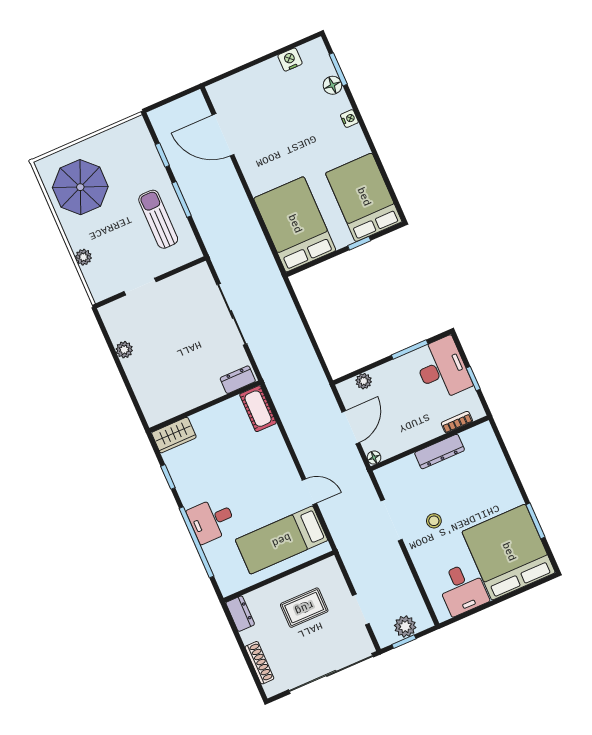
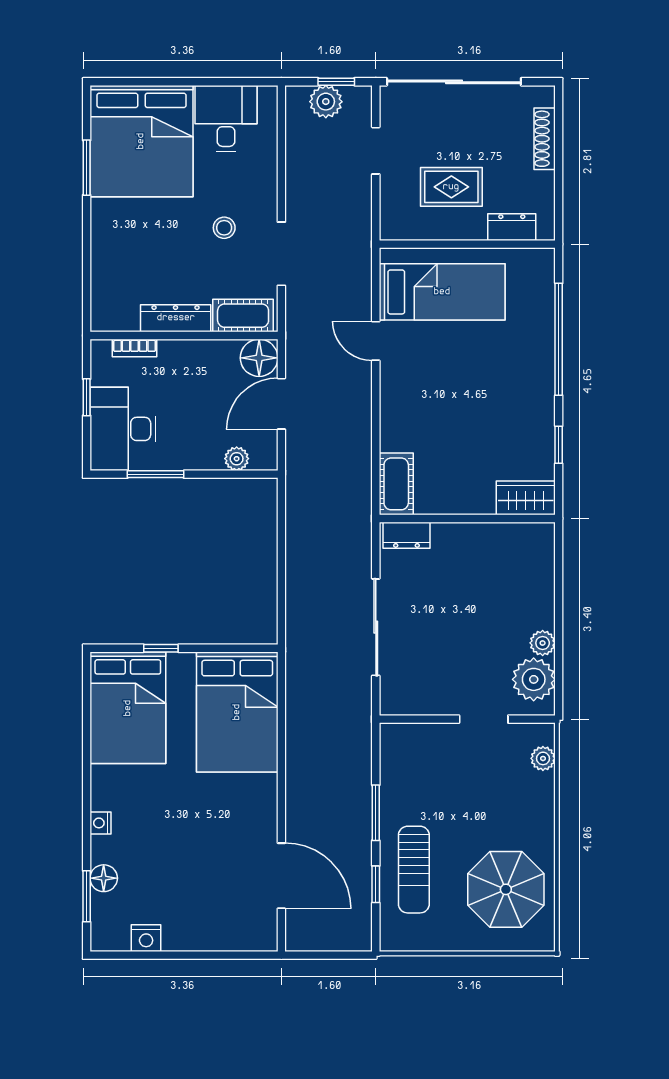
sun lounger: (158, 219) -> (414, 870), moved
plant: (83, 257) -> (543, 758), moved
plant: (120, 325) -> (534, 679), added
floor lamp: (374, 458) -> (259, 358), width x1.89, depth x1.89
cot: (398, 471) -> (243, 316), added
desk: (212, 520) -> (525, 360), removed
dresser: (240, 614) -> (512, 227), moved, turned 90

